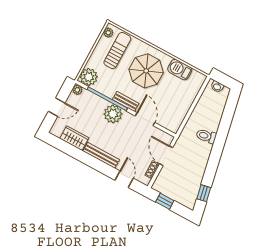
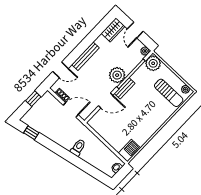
barbecue: (180, 70) -> (129, 151), moved
parasol: (146, 71) -> (145, 112), removed
wardrobe: (74, 138) -> (113, 30), moved

